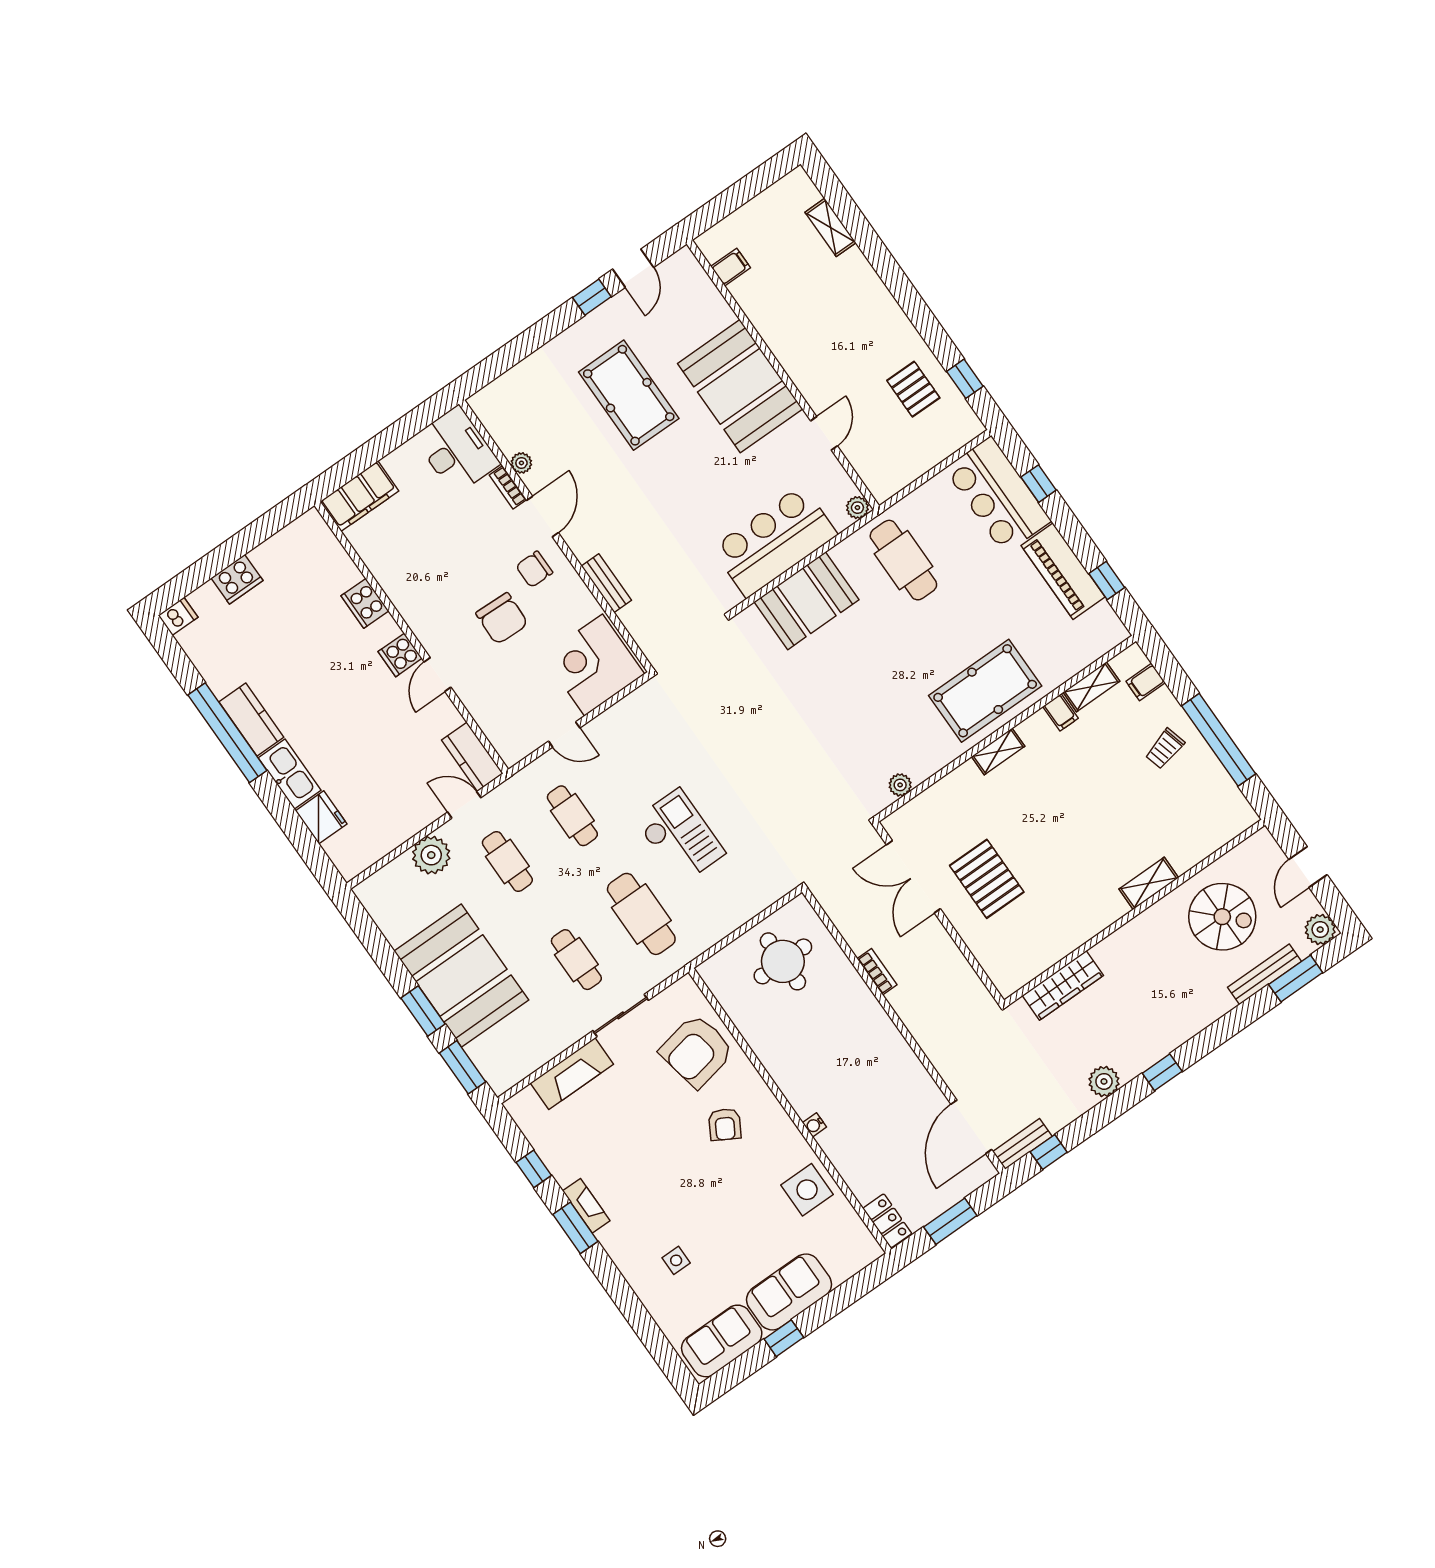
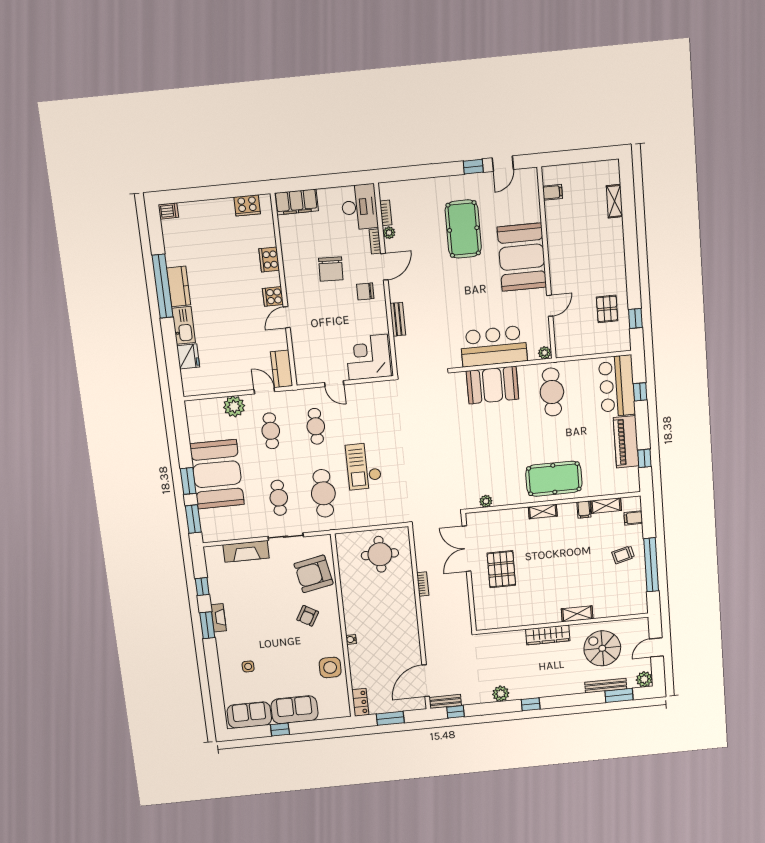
bookcase: (501, 437) -> (386, 213), added
cooker: (237, 579) -> (247, 205), moved
chair: (502, 619) -> (331, 269), moved
checkout: (680, 836) -> (364, 466), turned 180
spiral stairs: (1222, 917) -> (602, 648), turned 180
wardrobe: (1063, 985) -> (548, 635), moved

